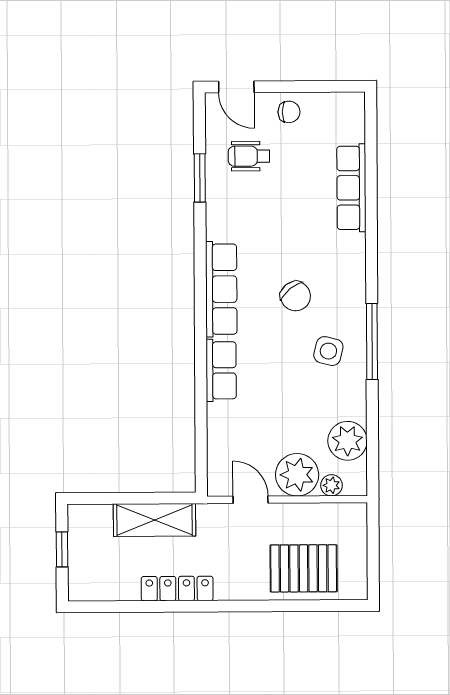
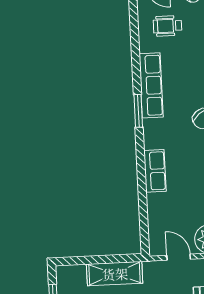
window: (200, 178) -> (138, 111), moved
row of seats: (221, 289) -> (151, 85), moved

